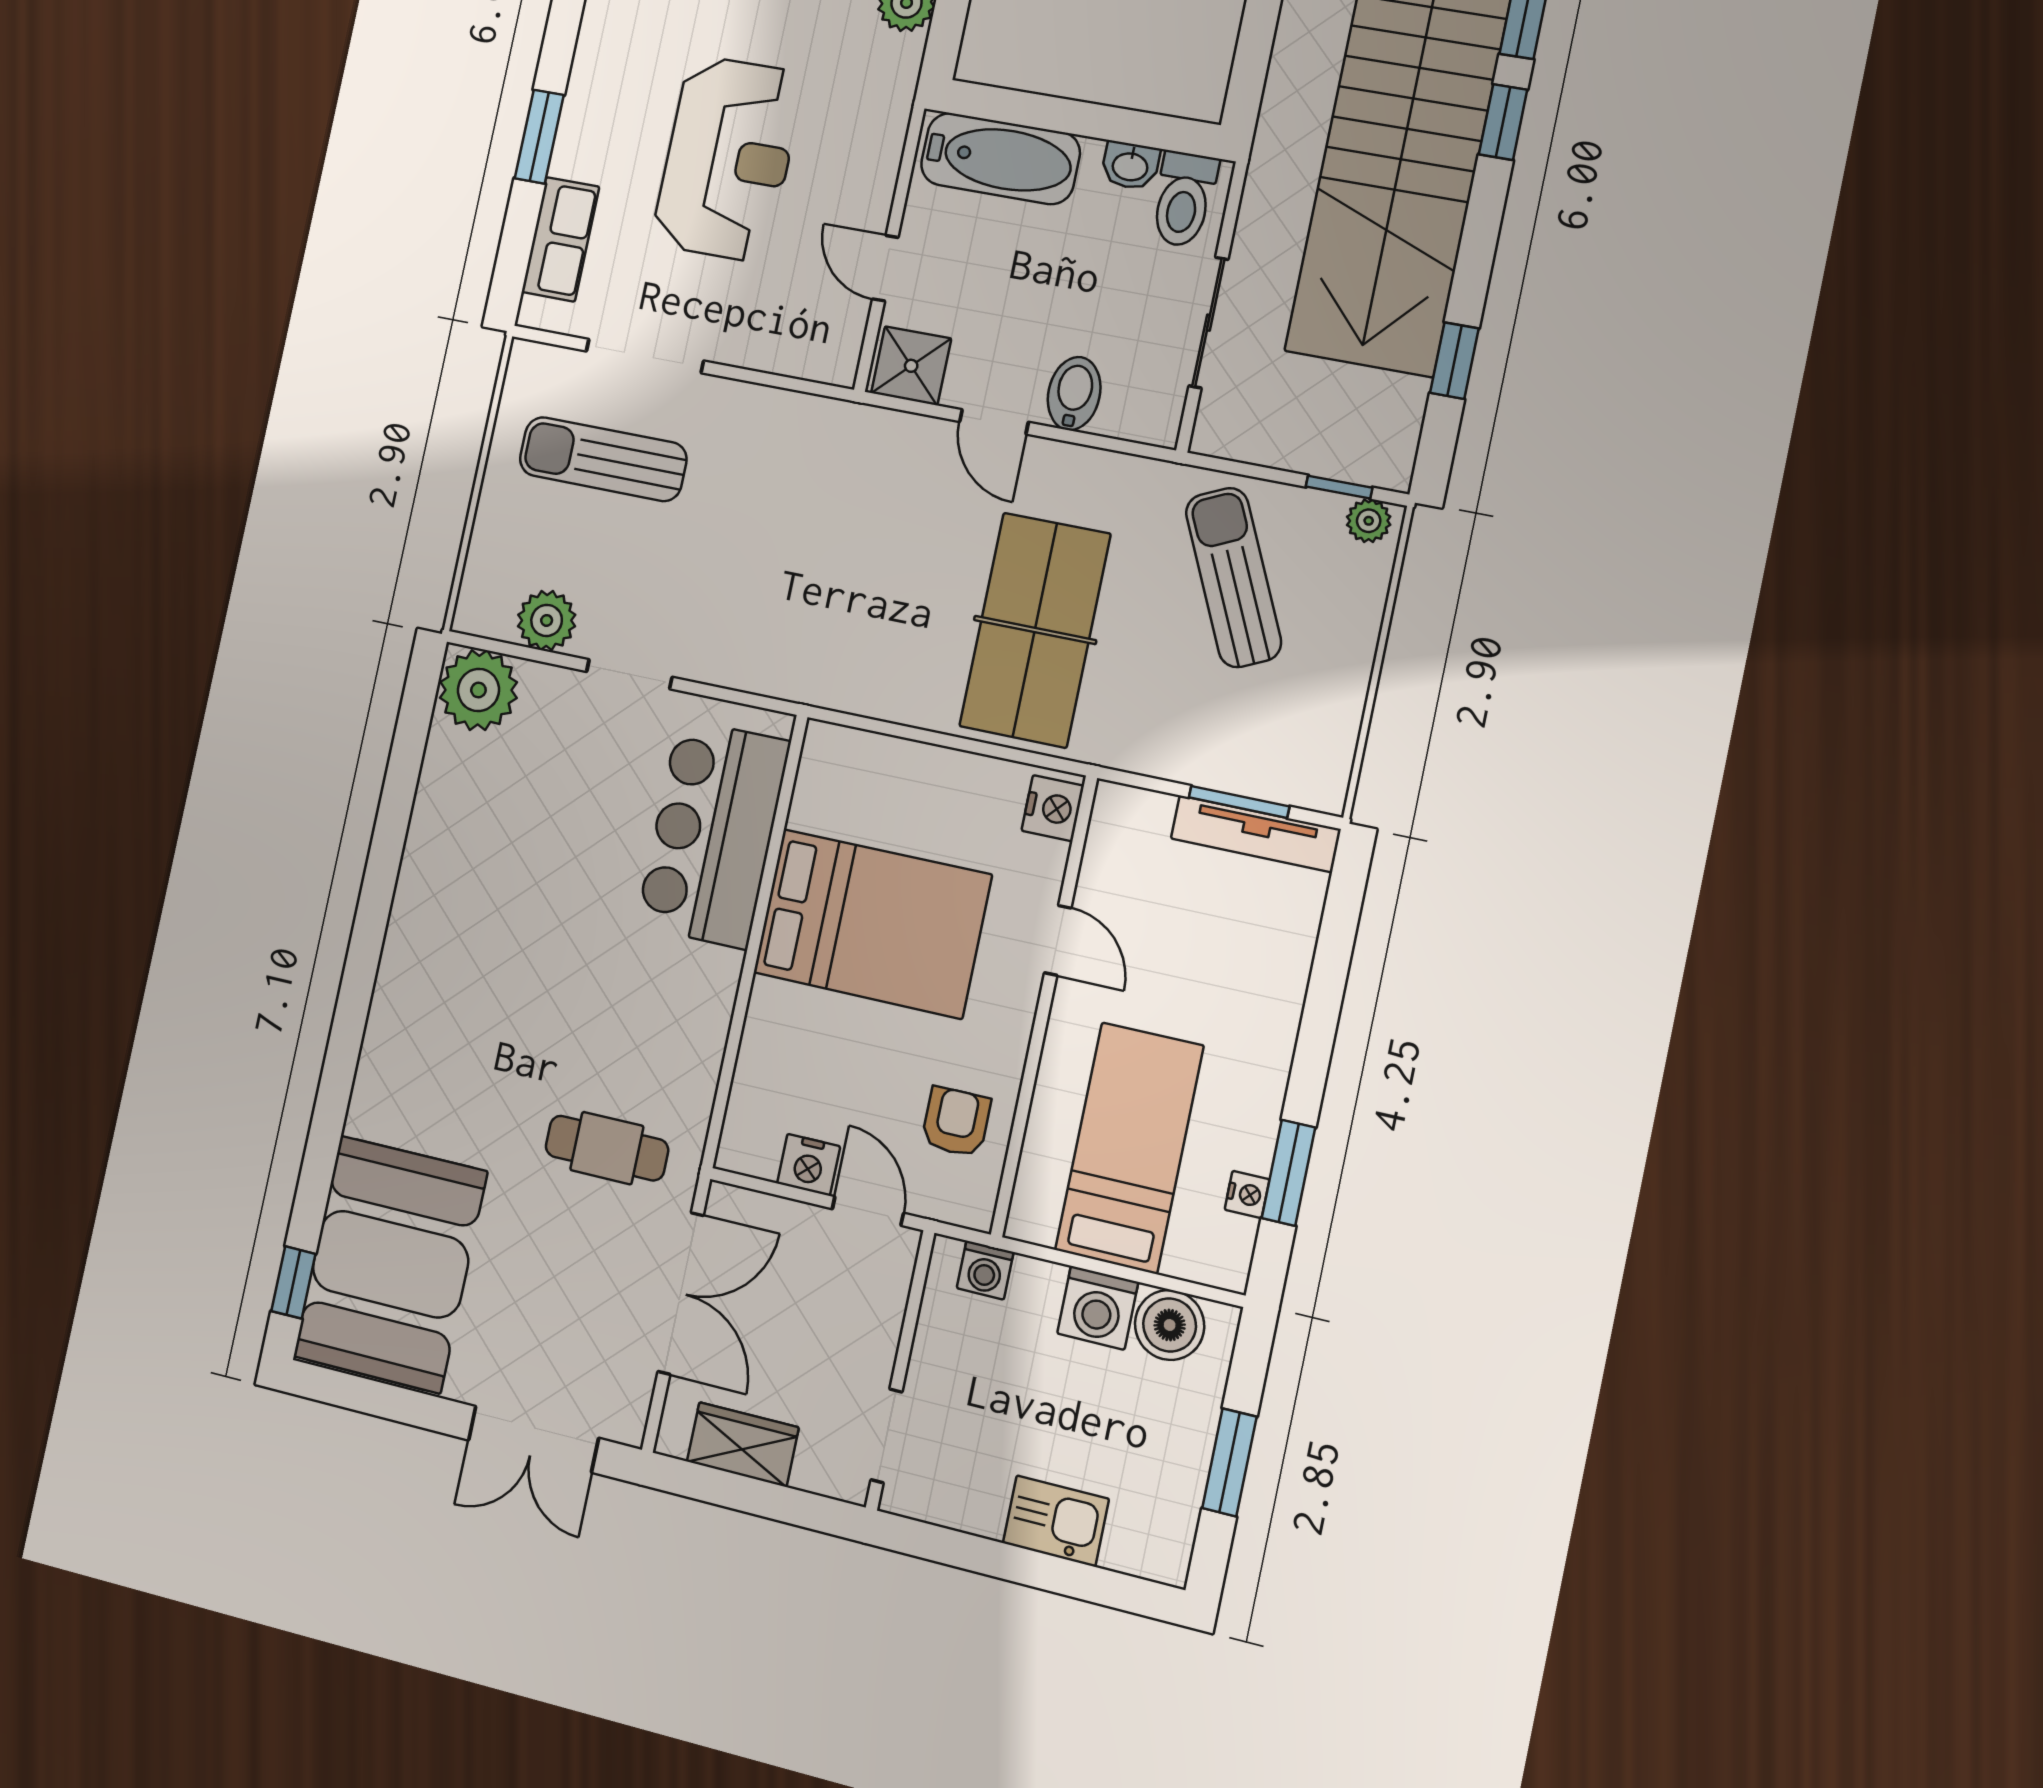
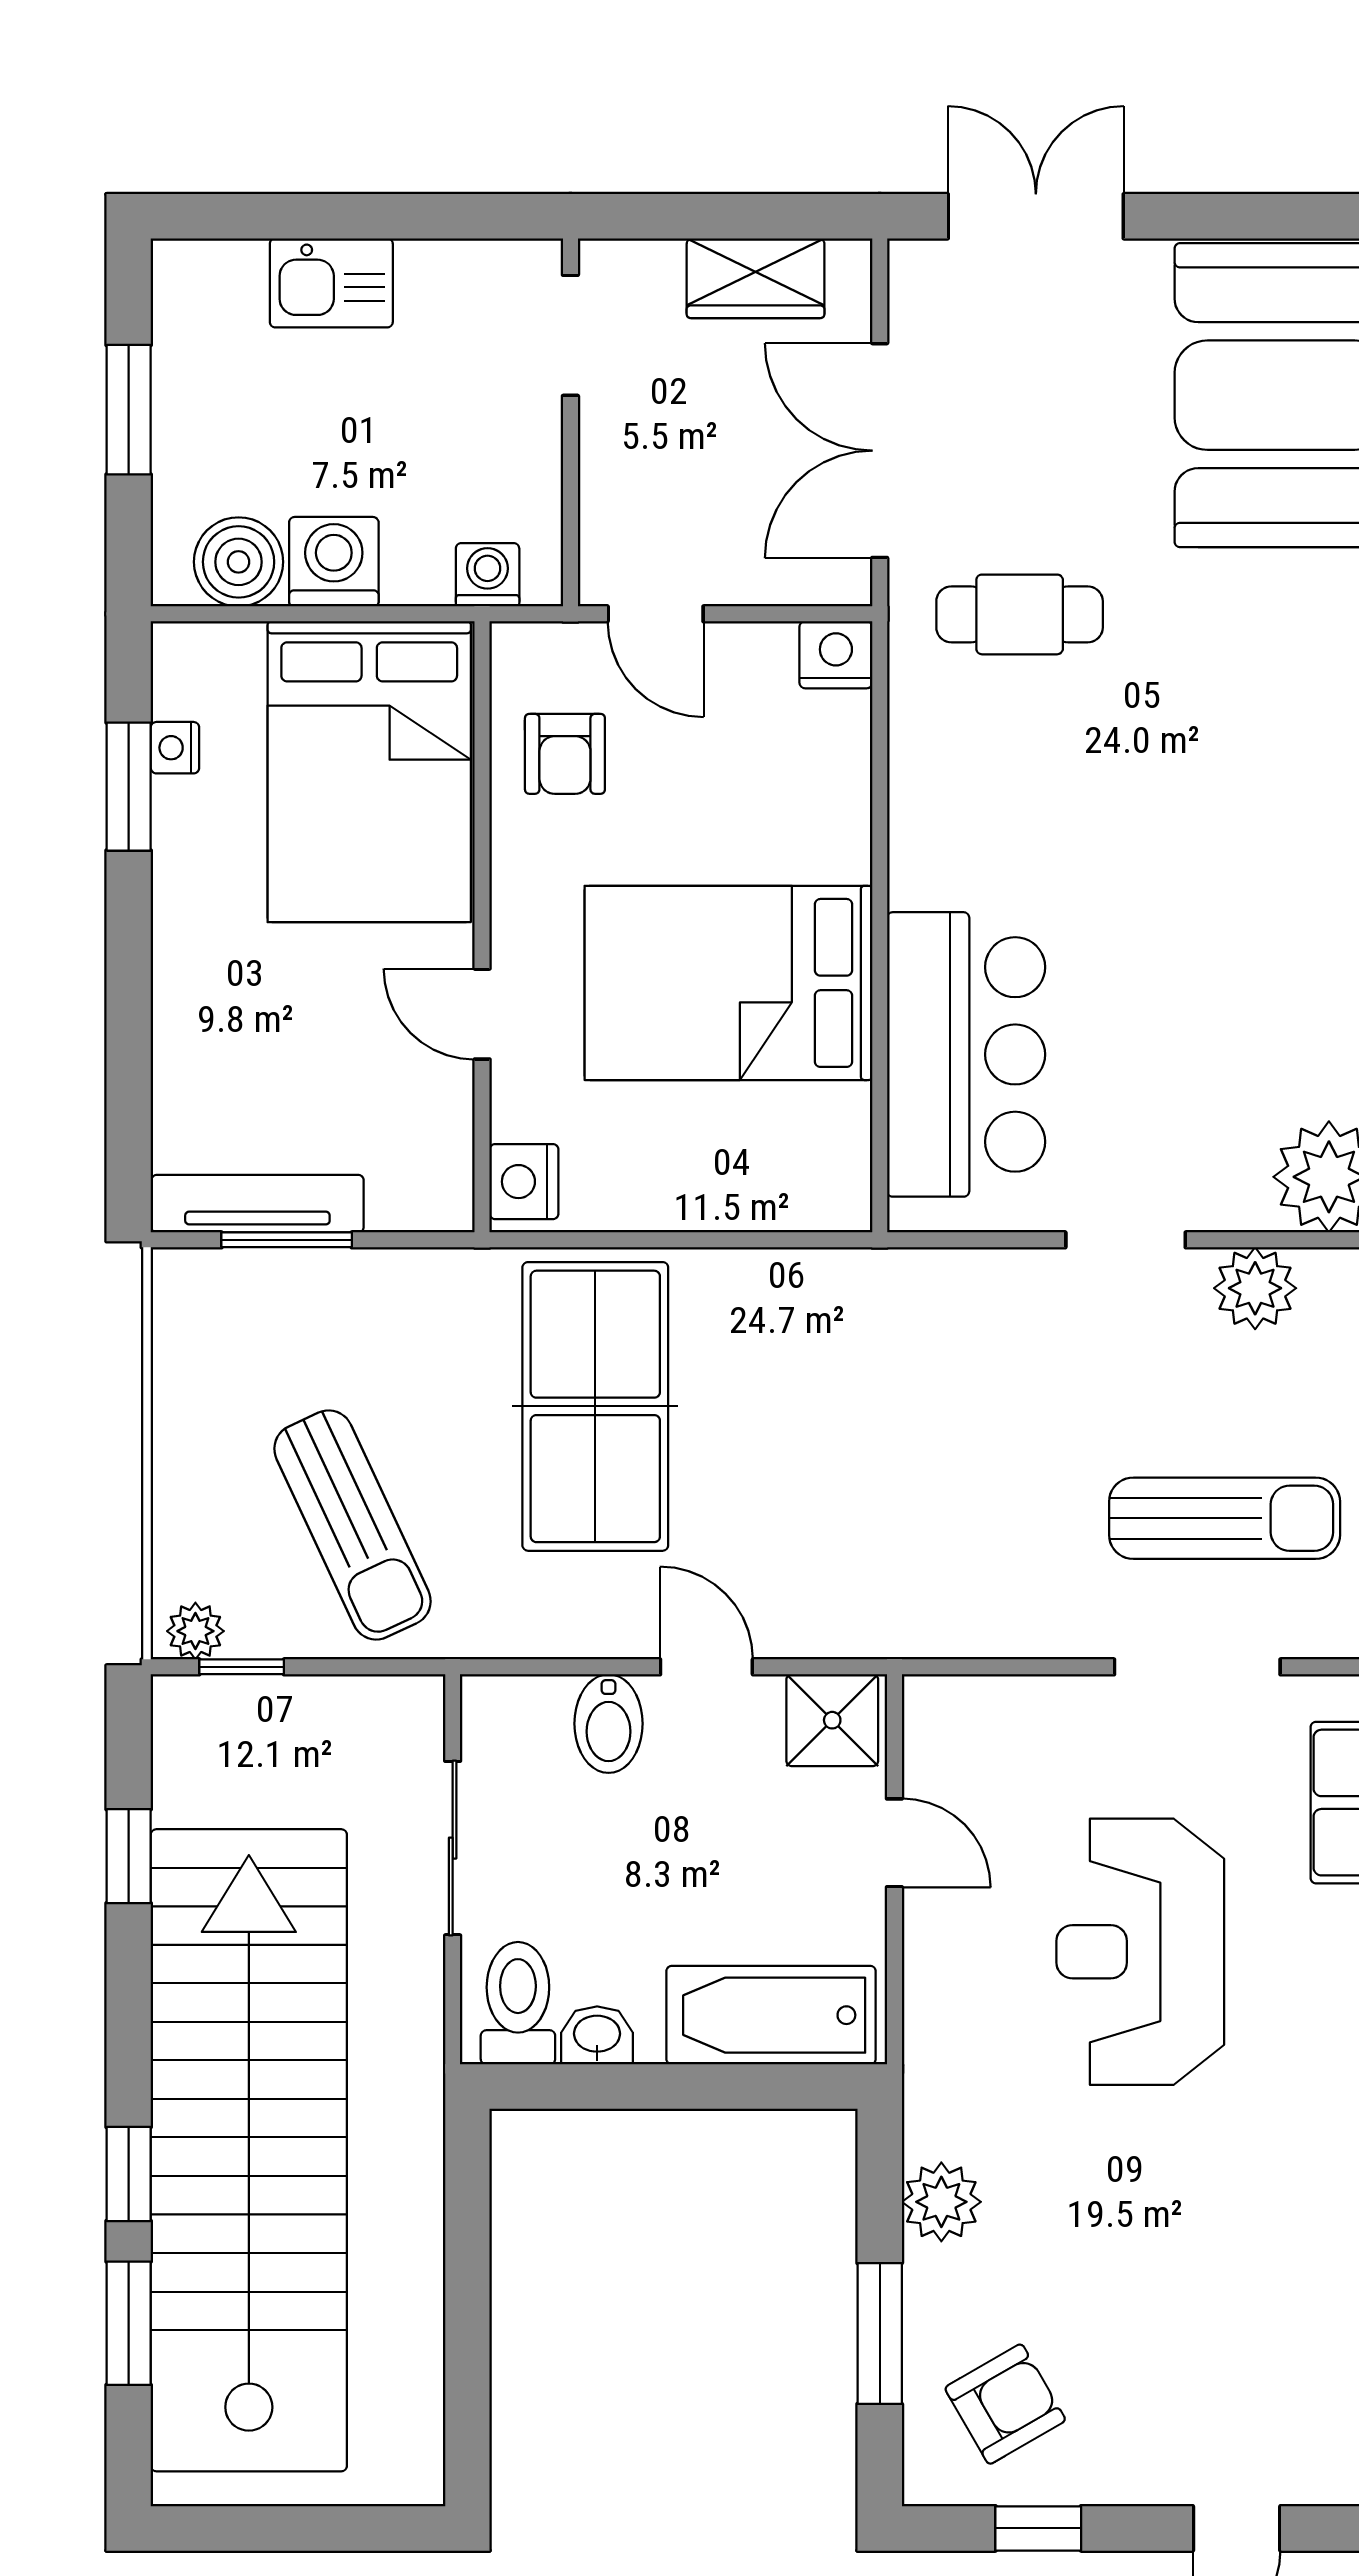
bed: (1129, 1148) -> (369, 772), width x1.50
nightstand: (809, 1165) -> (836, 655), moved

